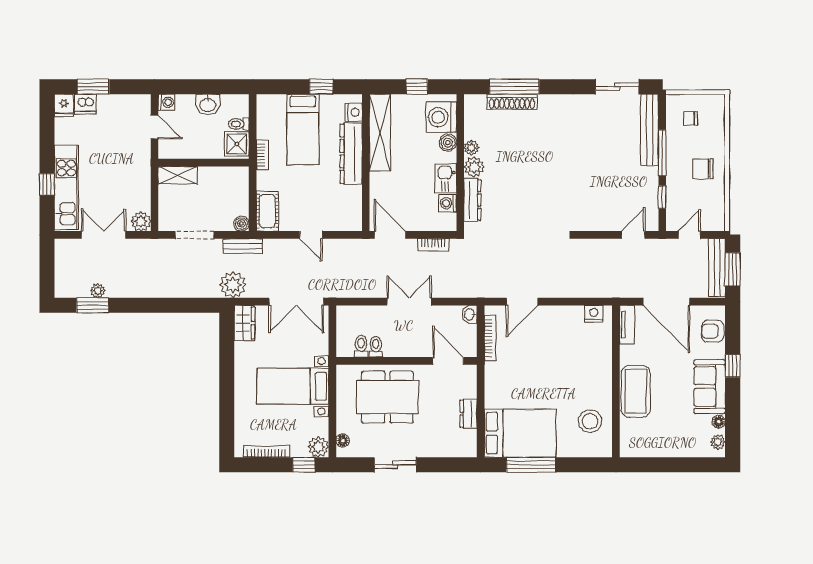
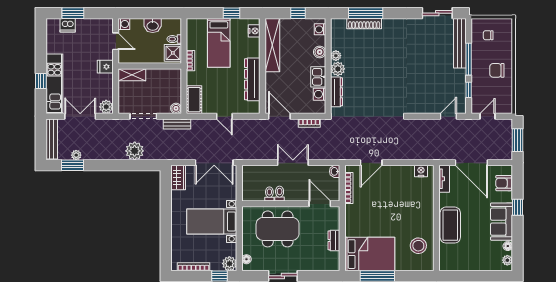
fridge: (64, 105) -> (105, 67), moved, turned 90
washing machine: (441, 117) -> (320, 29), width x0.53, depth x0.53
dresser: (351, 154) -> (252, 79), moved
bench: (717, 268) -> (52, 139), moved
plant: (233, 285) -> (135, 151), moved
toilet: (361, 346) -> (280, 194), moved

